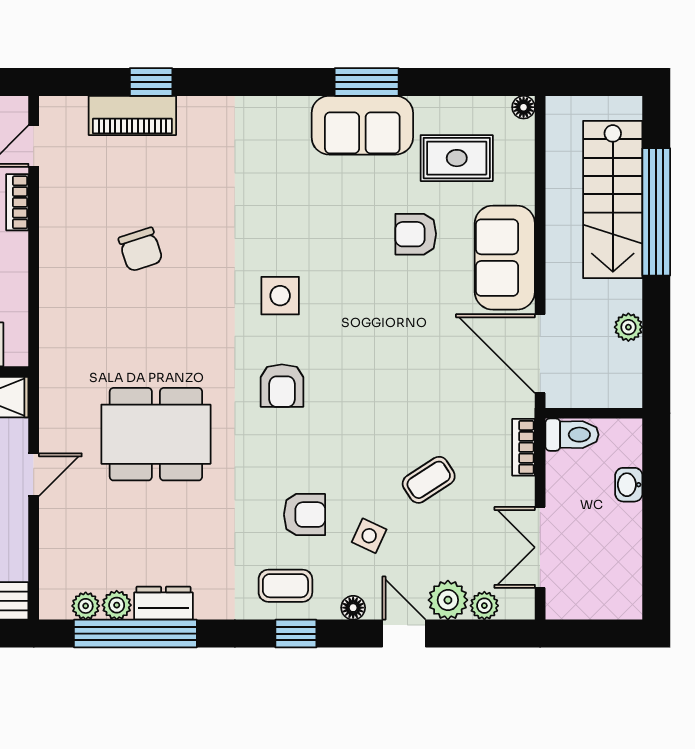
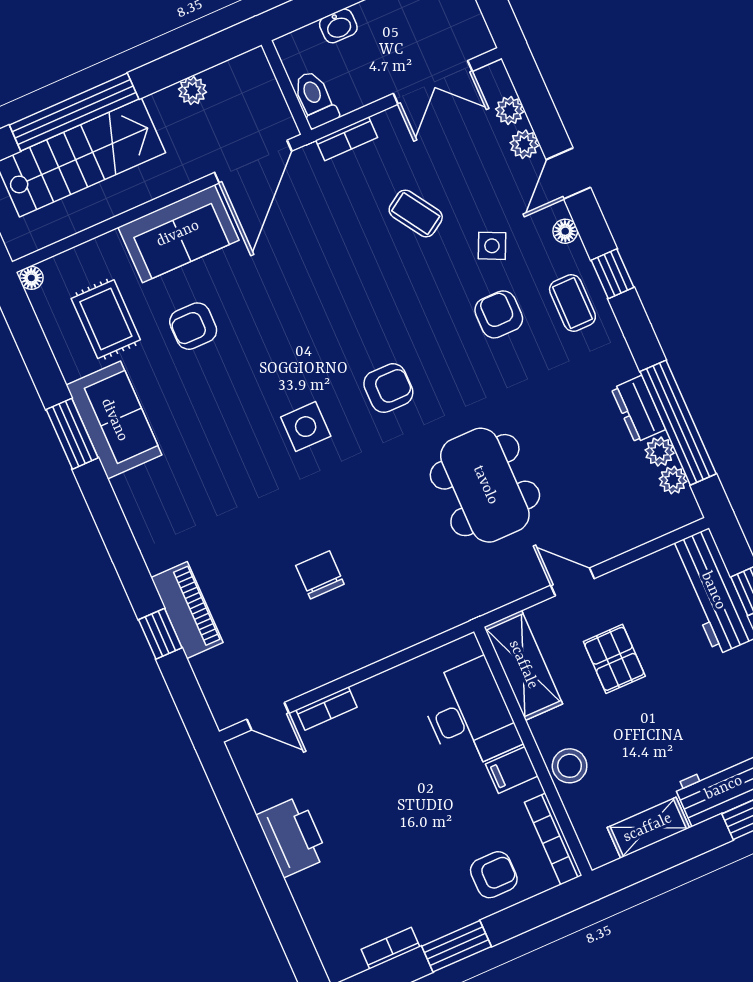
piano: (132, 115) -> (187, 610), moved
armchair: (416, 234) -> (193, 326), turned 90
chair: (141, 250) -> (320, 575), turned -72
plant: (448, 600) -> (524, 144), width x0.73, depth x0.73

